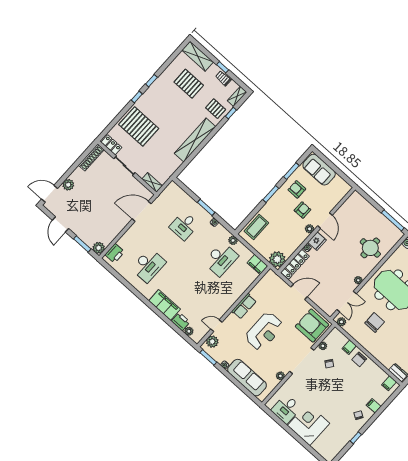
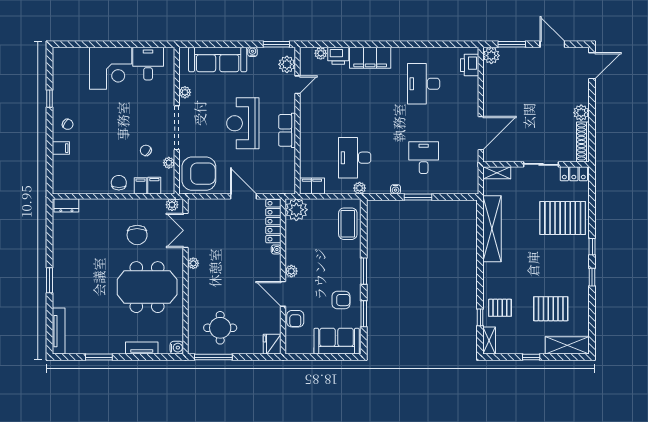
trolley: (223, 78) -> (520, 346), removed
shelving: (195, 140) -> (492, 229), moved
plant: (68, 185) -> (581, 113), moved
armchair: (302, 210) -> (295, 319), moved
fridge: (317, 241) -> (272, 344), moved
round table: (370, 248) -> (220, 328), moved
door: (299, 292) -> (244, 196), swing flipped
filing cabinet: (389, 383) -> (154, 186), moved

